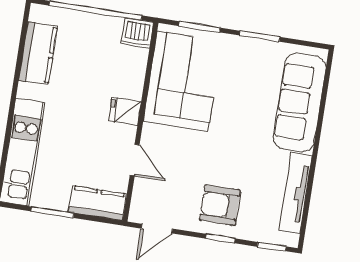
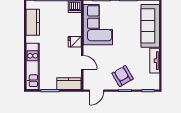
tv unit: (295, 193) -> (155, 61), width x0.71
armchair: (220, 205) -> (123, 76), turned 60

